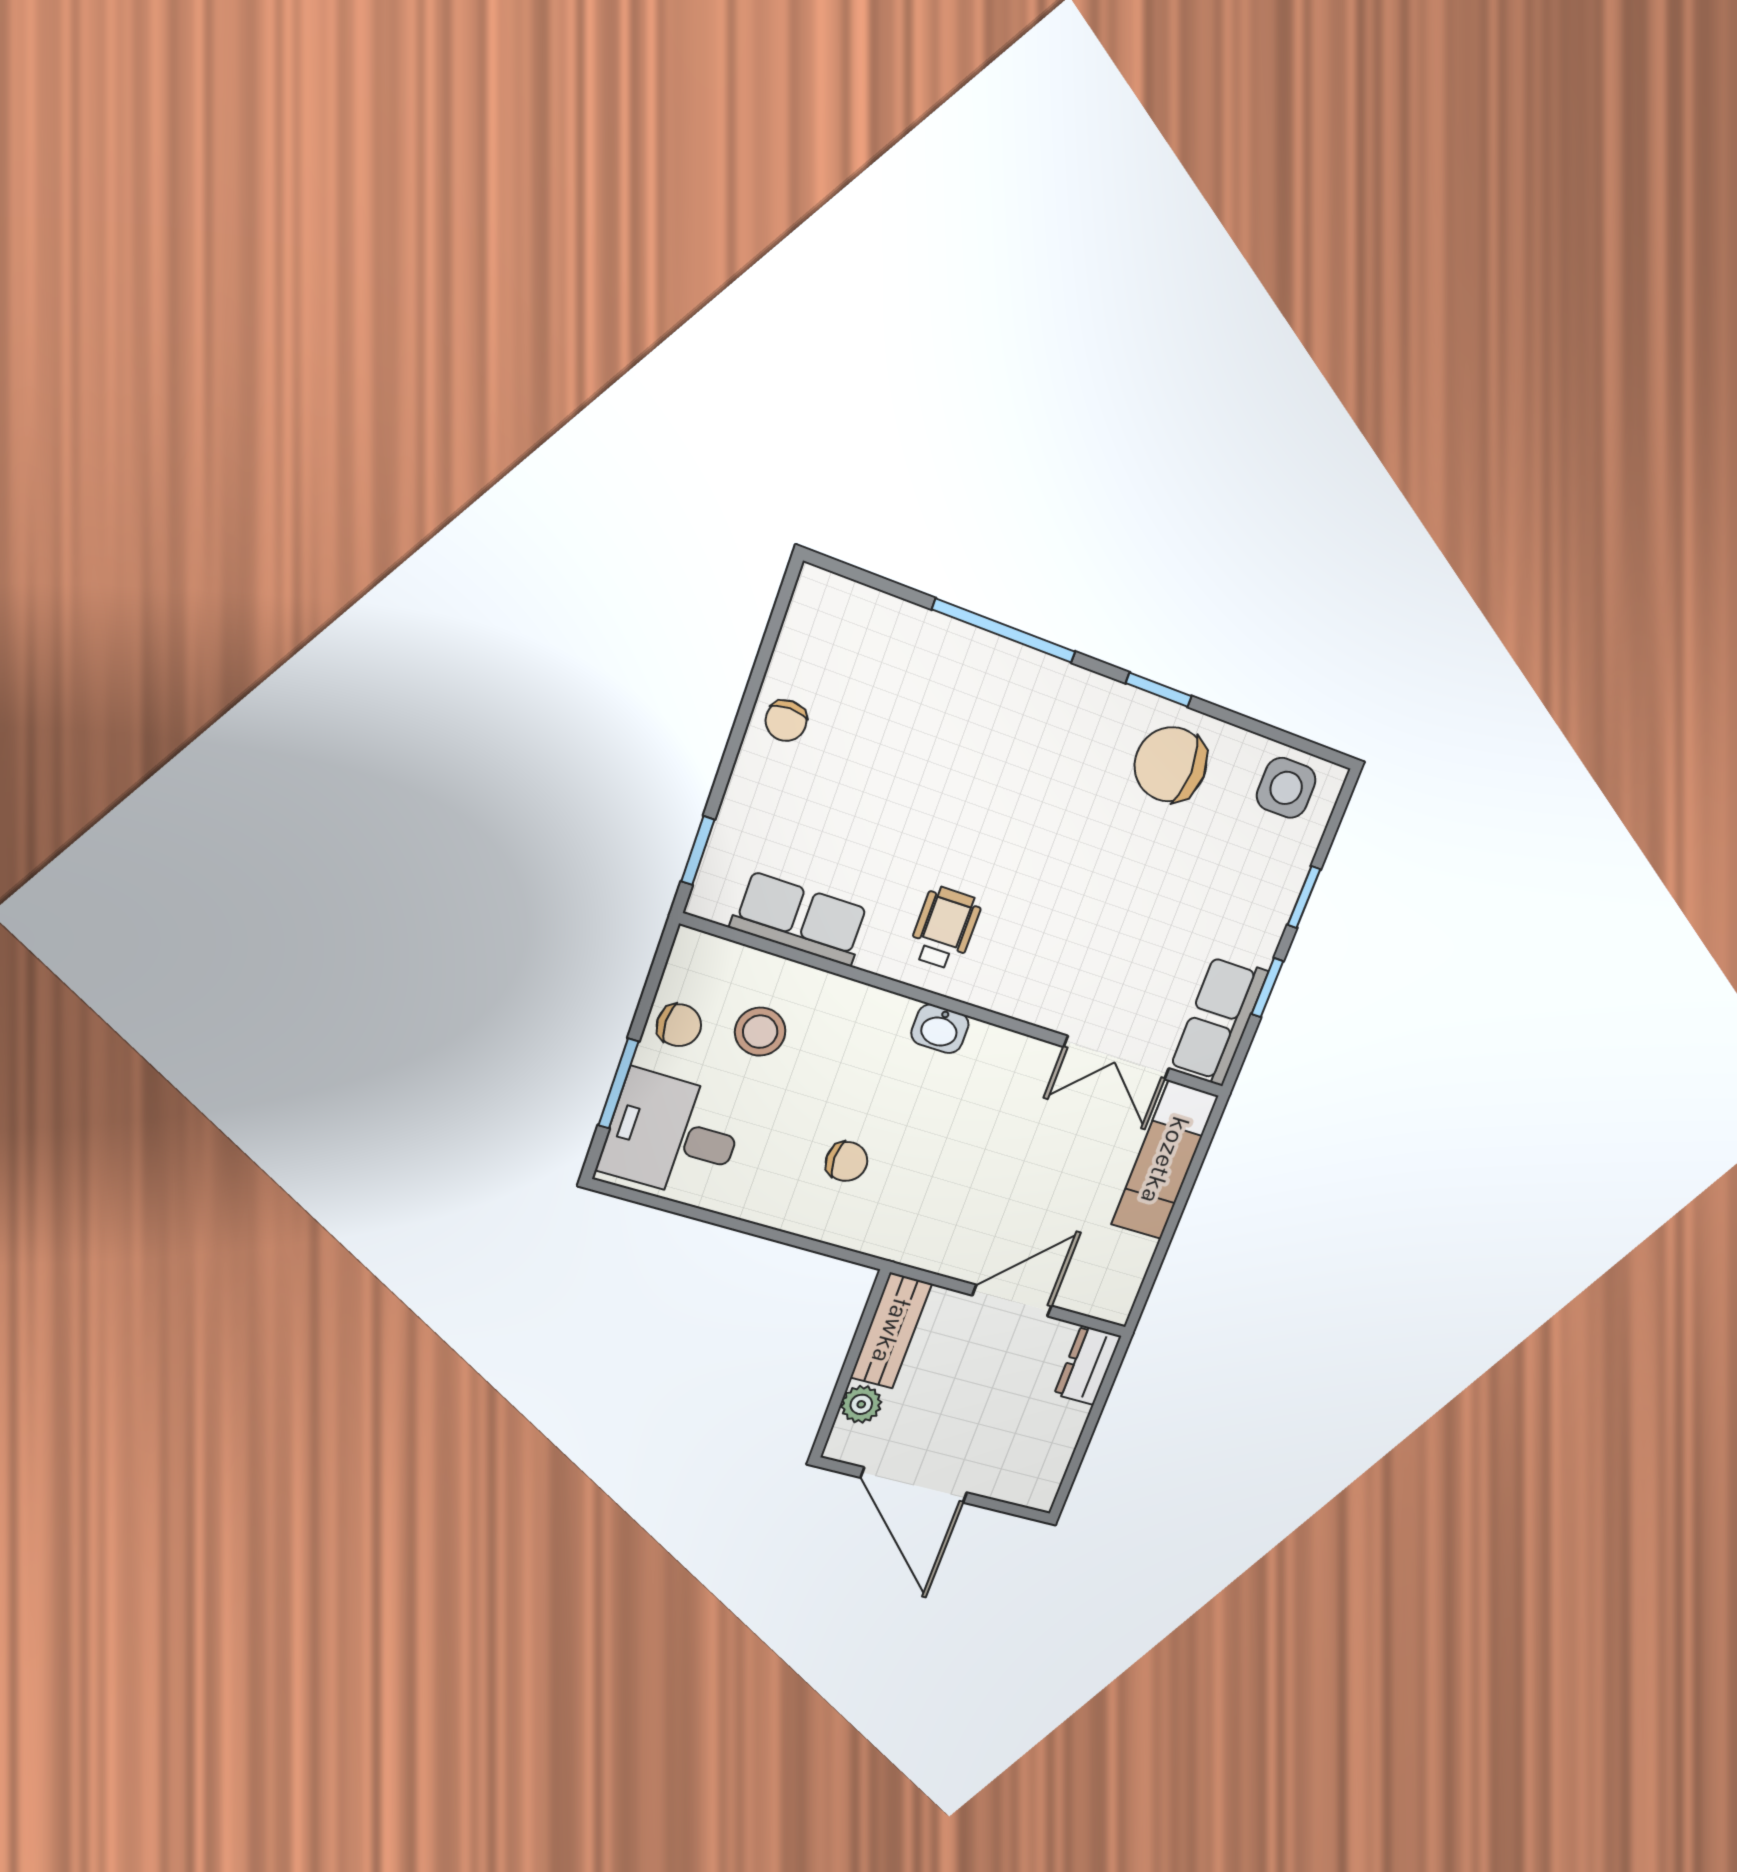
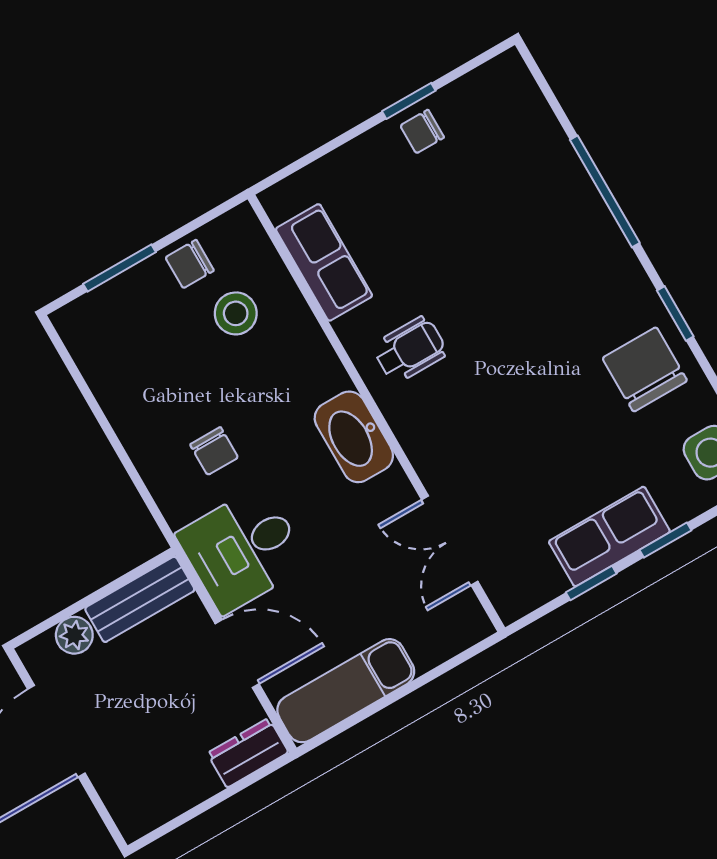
window: (698, 851) -> (409, 101), moved
row of seats: (1219, 1020) -> (609, 537), moved
chair: (679, 1025) -> (190, 264), turned 90
washbasin: (940, 1029) -> (354, 437), width x1.91, depth x1.45
desk: (673, 1135) -> (243, 550), moved, turned -90
exam couch: (1165, 1160) -> (346, 691), moved

